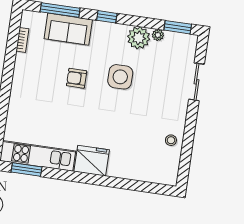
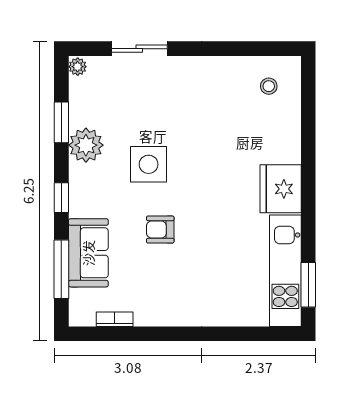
window: (178, 27) -> (61, 122), moved
plant: (158, 35) -> (78, 67), moved
armchair: (77, 78) -> (160, 230), turned 90
stool: (171, 140) -> (269, 86), moved

